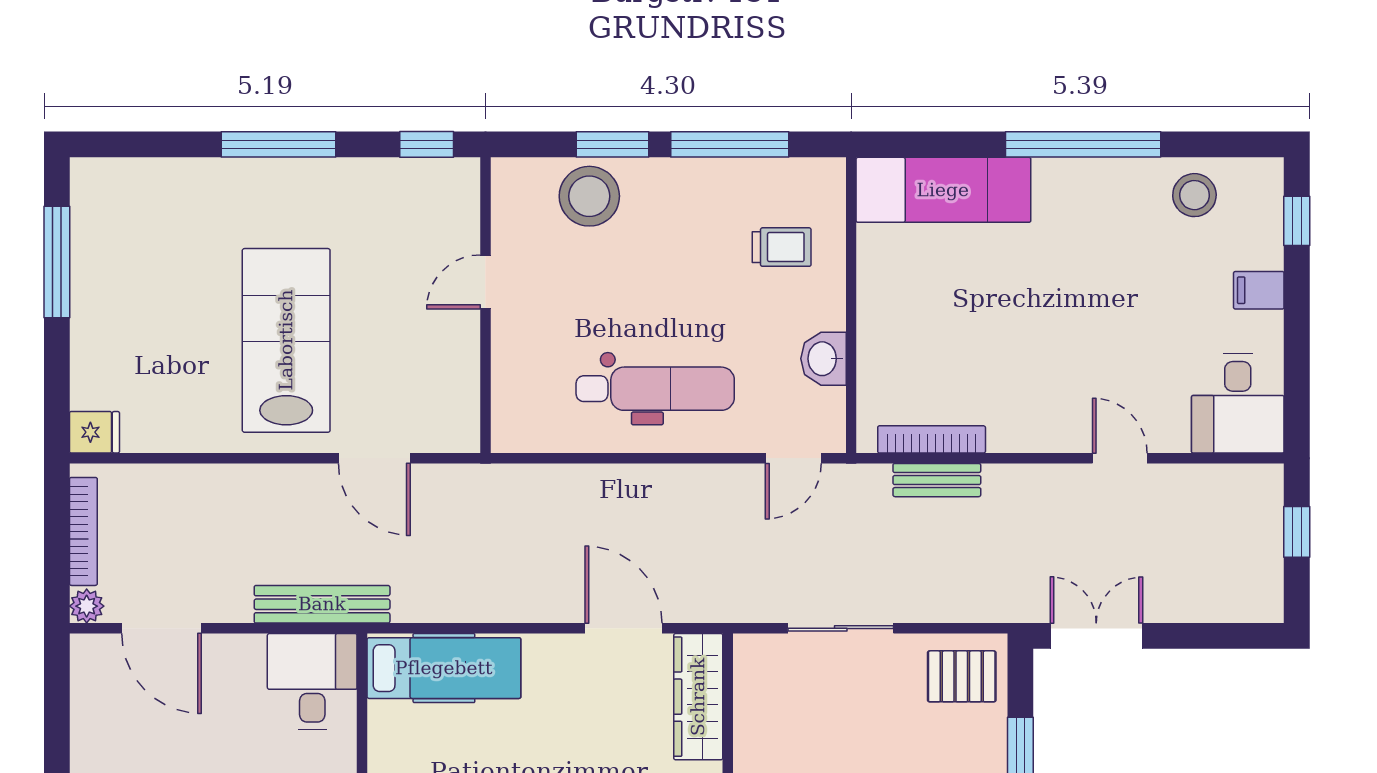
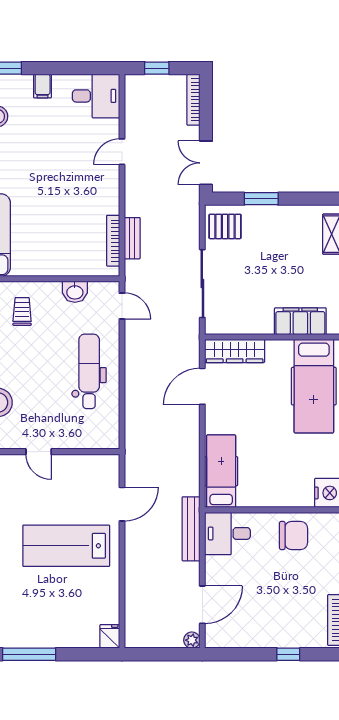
bookcase: (83, 531) -> (193, 100), moved, turned -90
sliding door: (841, 628) -> (202, 284), width x1.37
pallet: (962, 676) -> (225, 226), turned 90

